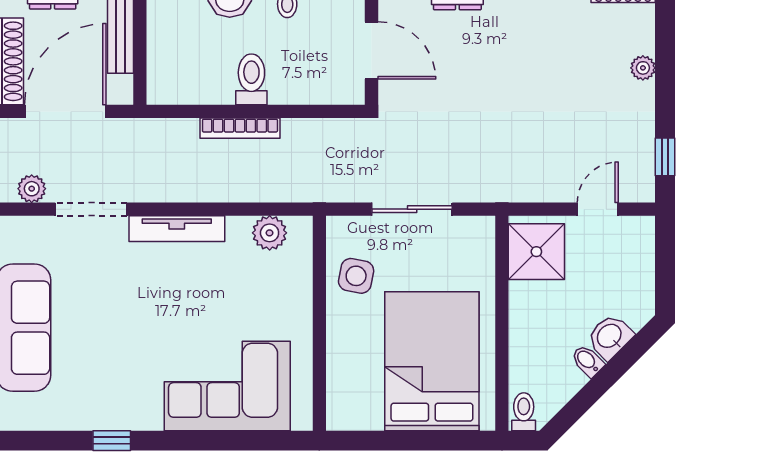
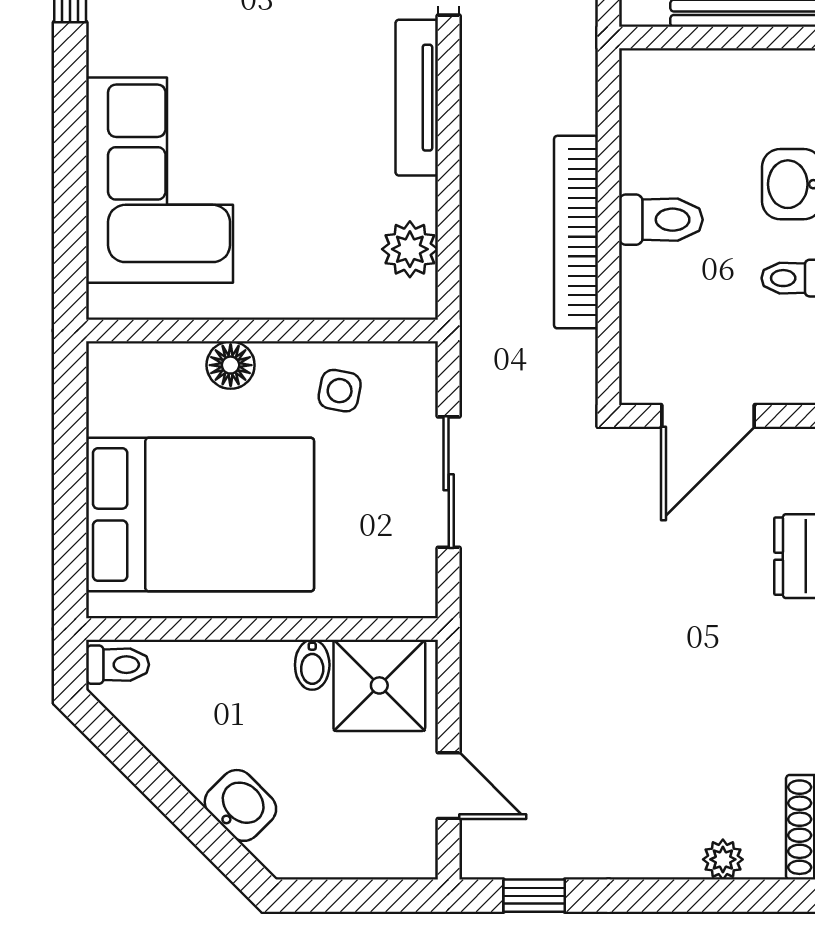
plant: (643, 68) -> (723, 859), moved
bookcase: (240, 128) -> (576, 232), width x1.48, depth x1.31
side table: (356, 276) -> (340, 391), width x0.73, depth x0.73
floor lamp: (340, 343) -> (231, 365), added
bidet: (588, 361) -> (312, 665), moved, turned 135

